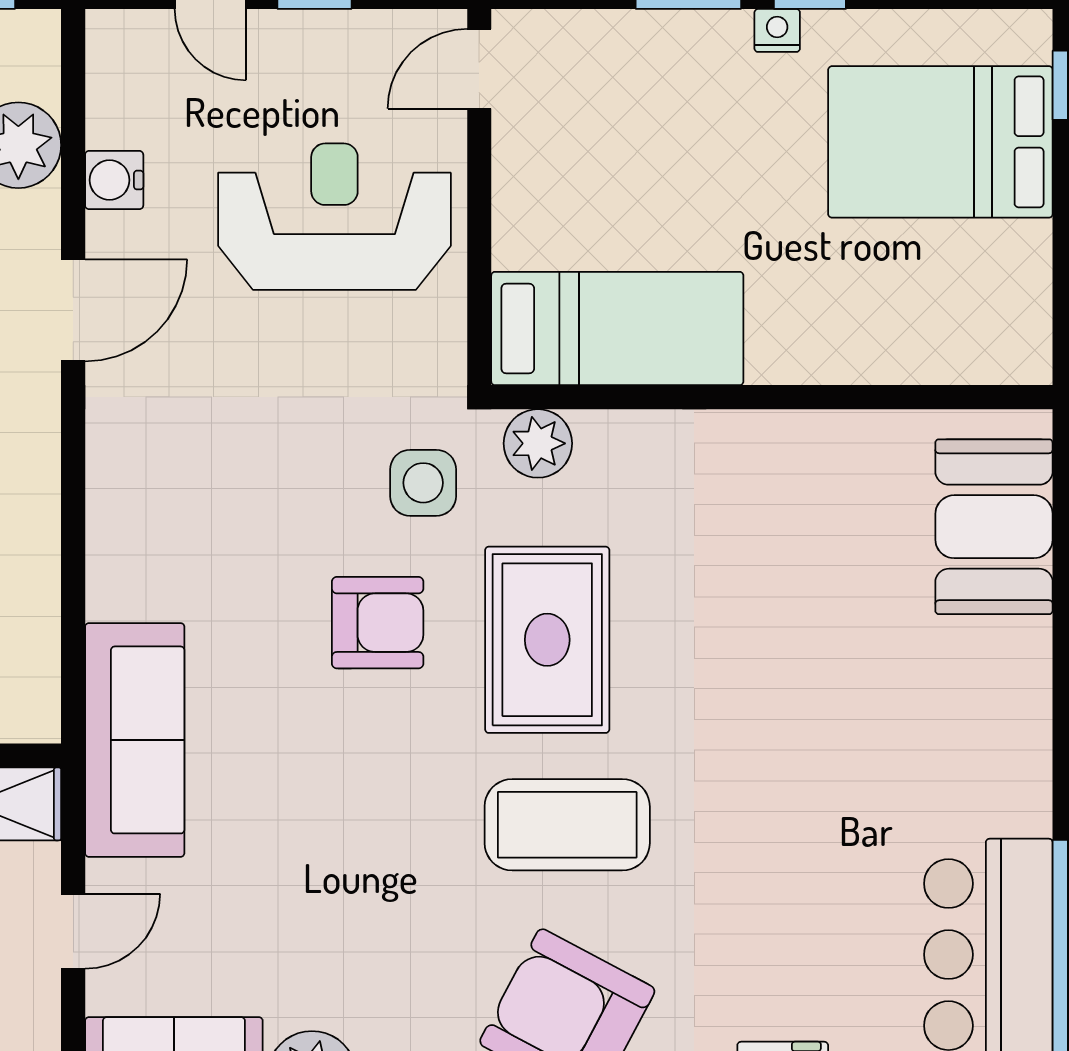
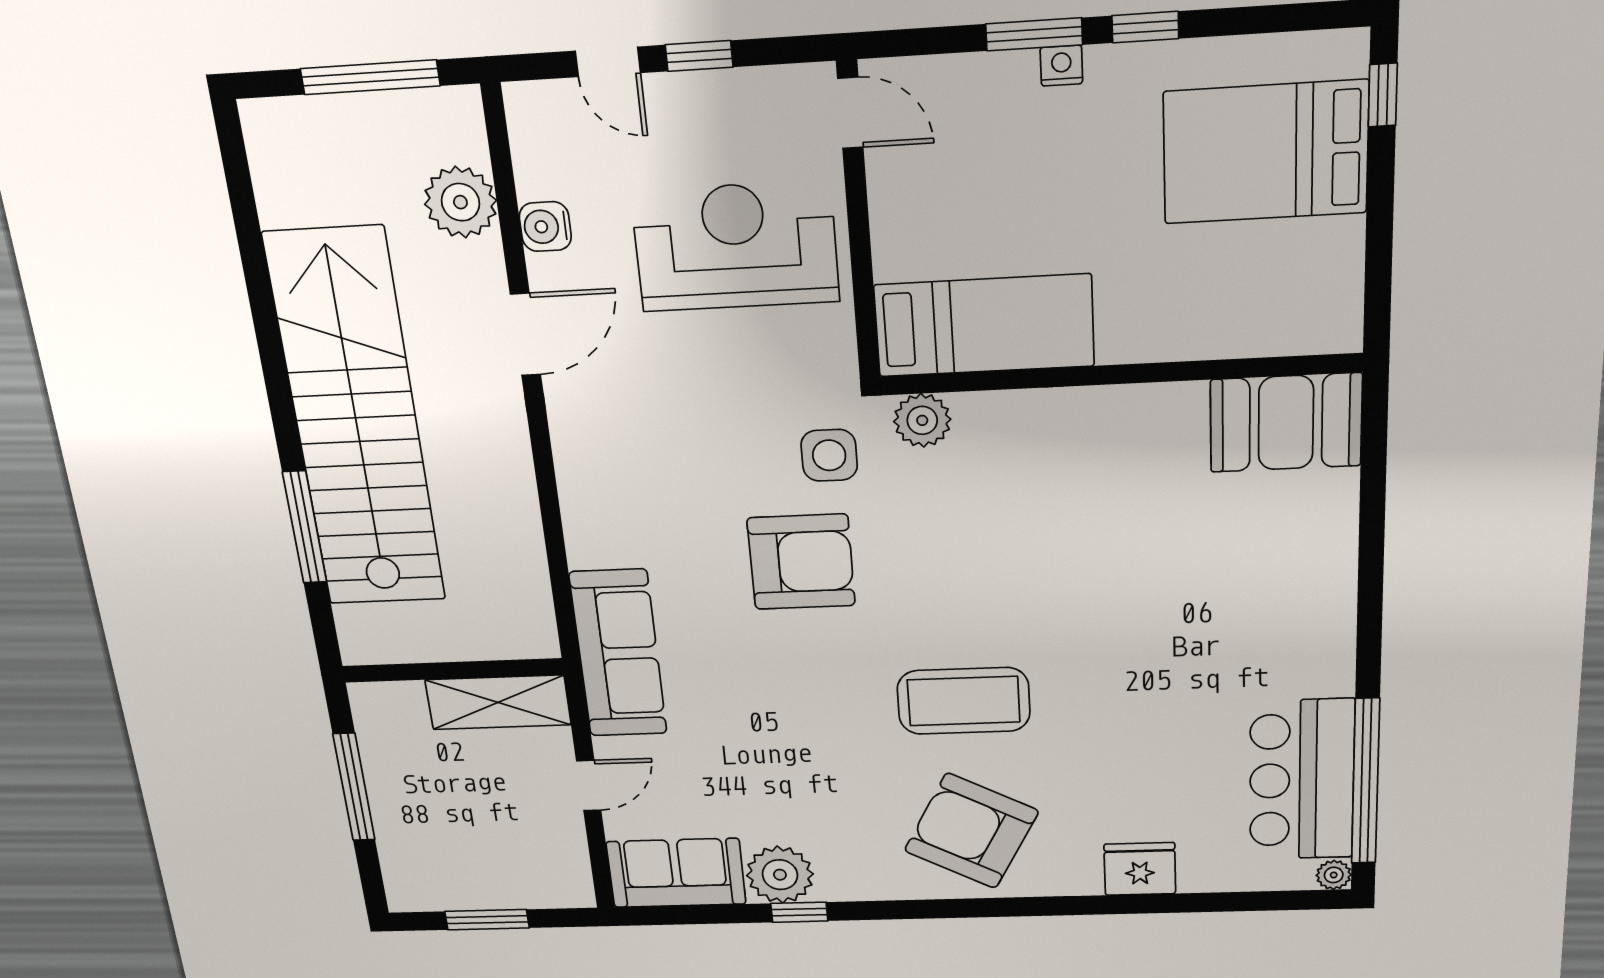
nightstand: (777, 30) -> (1061, 66), moved
door: (479, 69) -> (850, 113), swing flipped
booth: (994, 527) -> (1286, 423), moved, turned 90
armchair: (378, 623) -> (801, 562), width x1.36, depth x1.36
rug: (547, 640) -> (939, 569), removed

